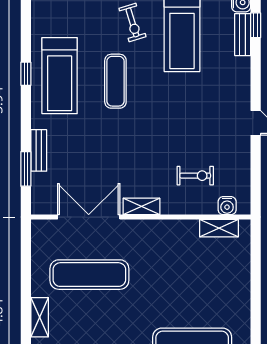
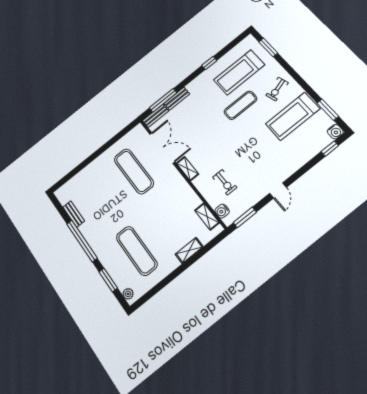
bench: (243, 35) -> (156, 116), moved
treadmill: (60, 76) -> (239, 72), moved
window: (26, 169) -> (163, 100), width x1.44
window: (256, 185) -> (245, 217), added
shelving: (40, 317) -> (189, 250), moved

